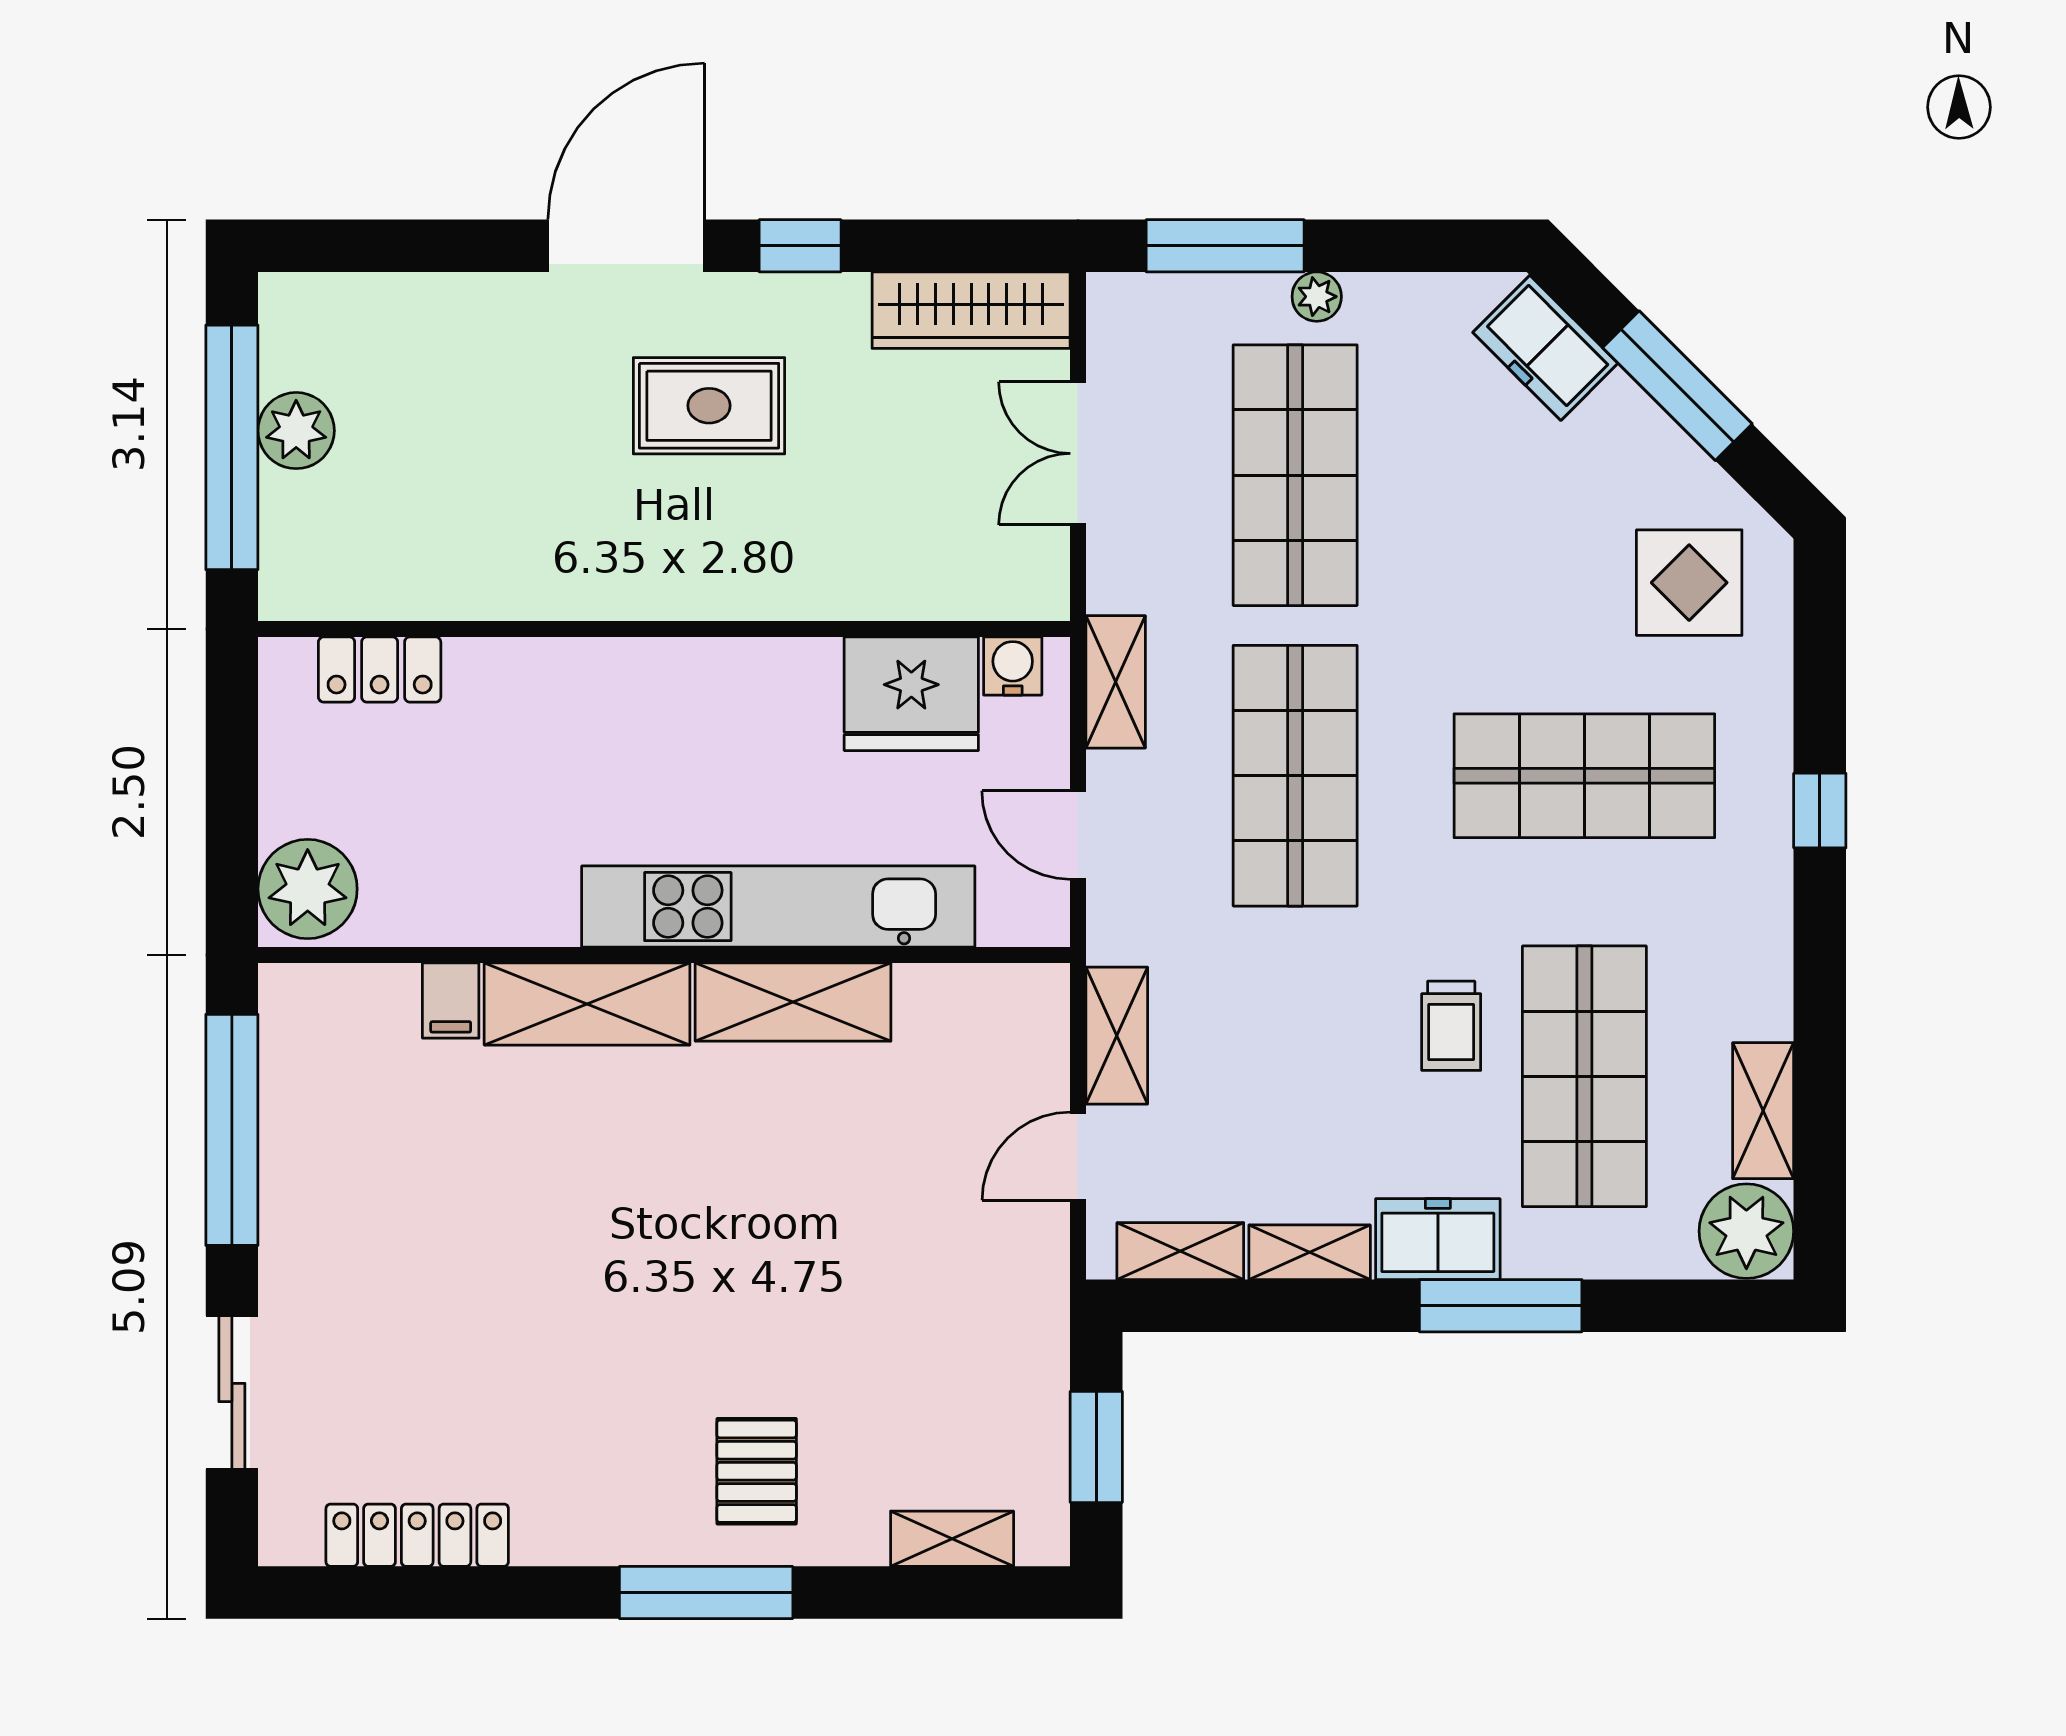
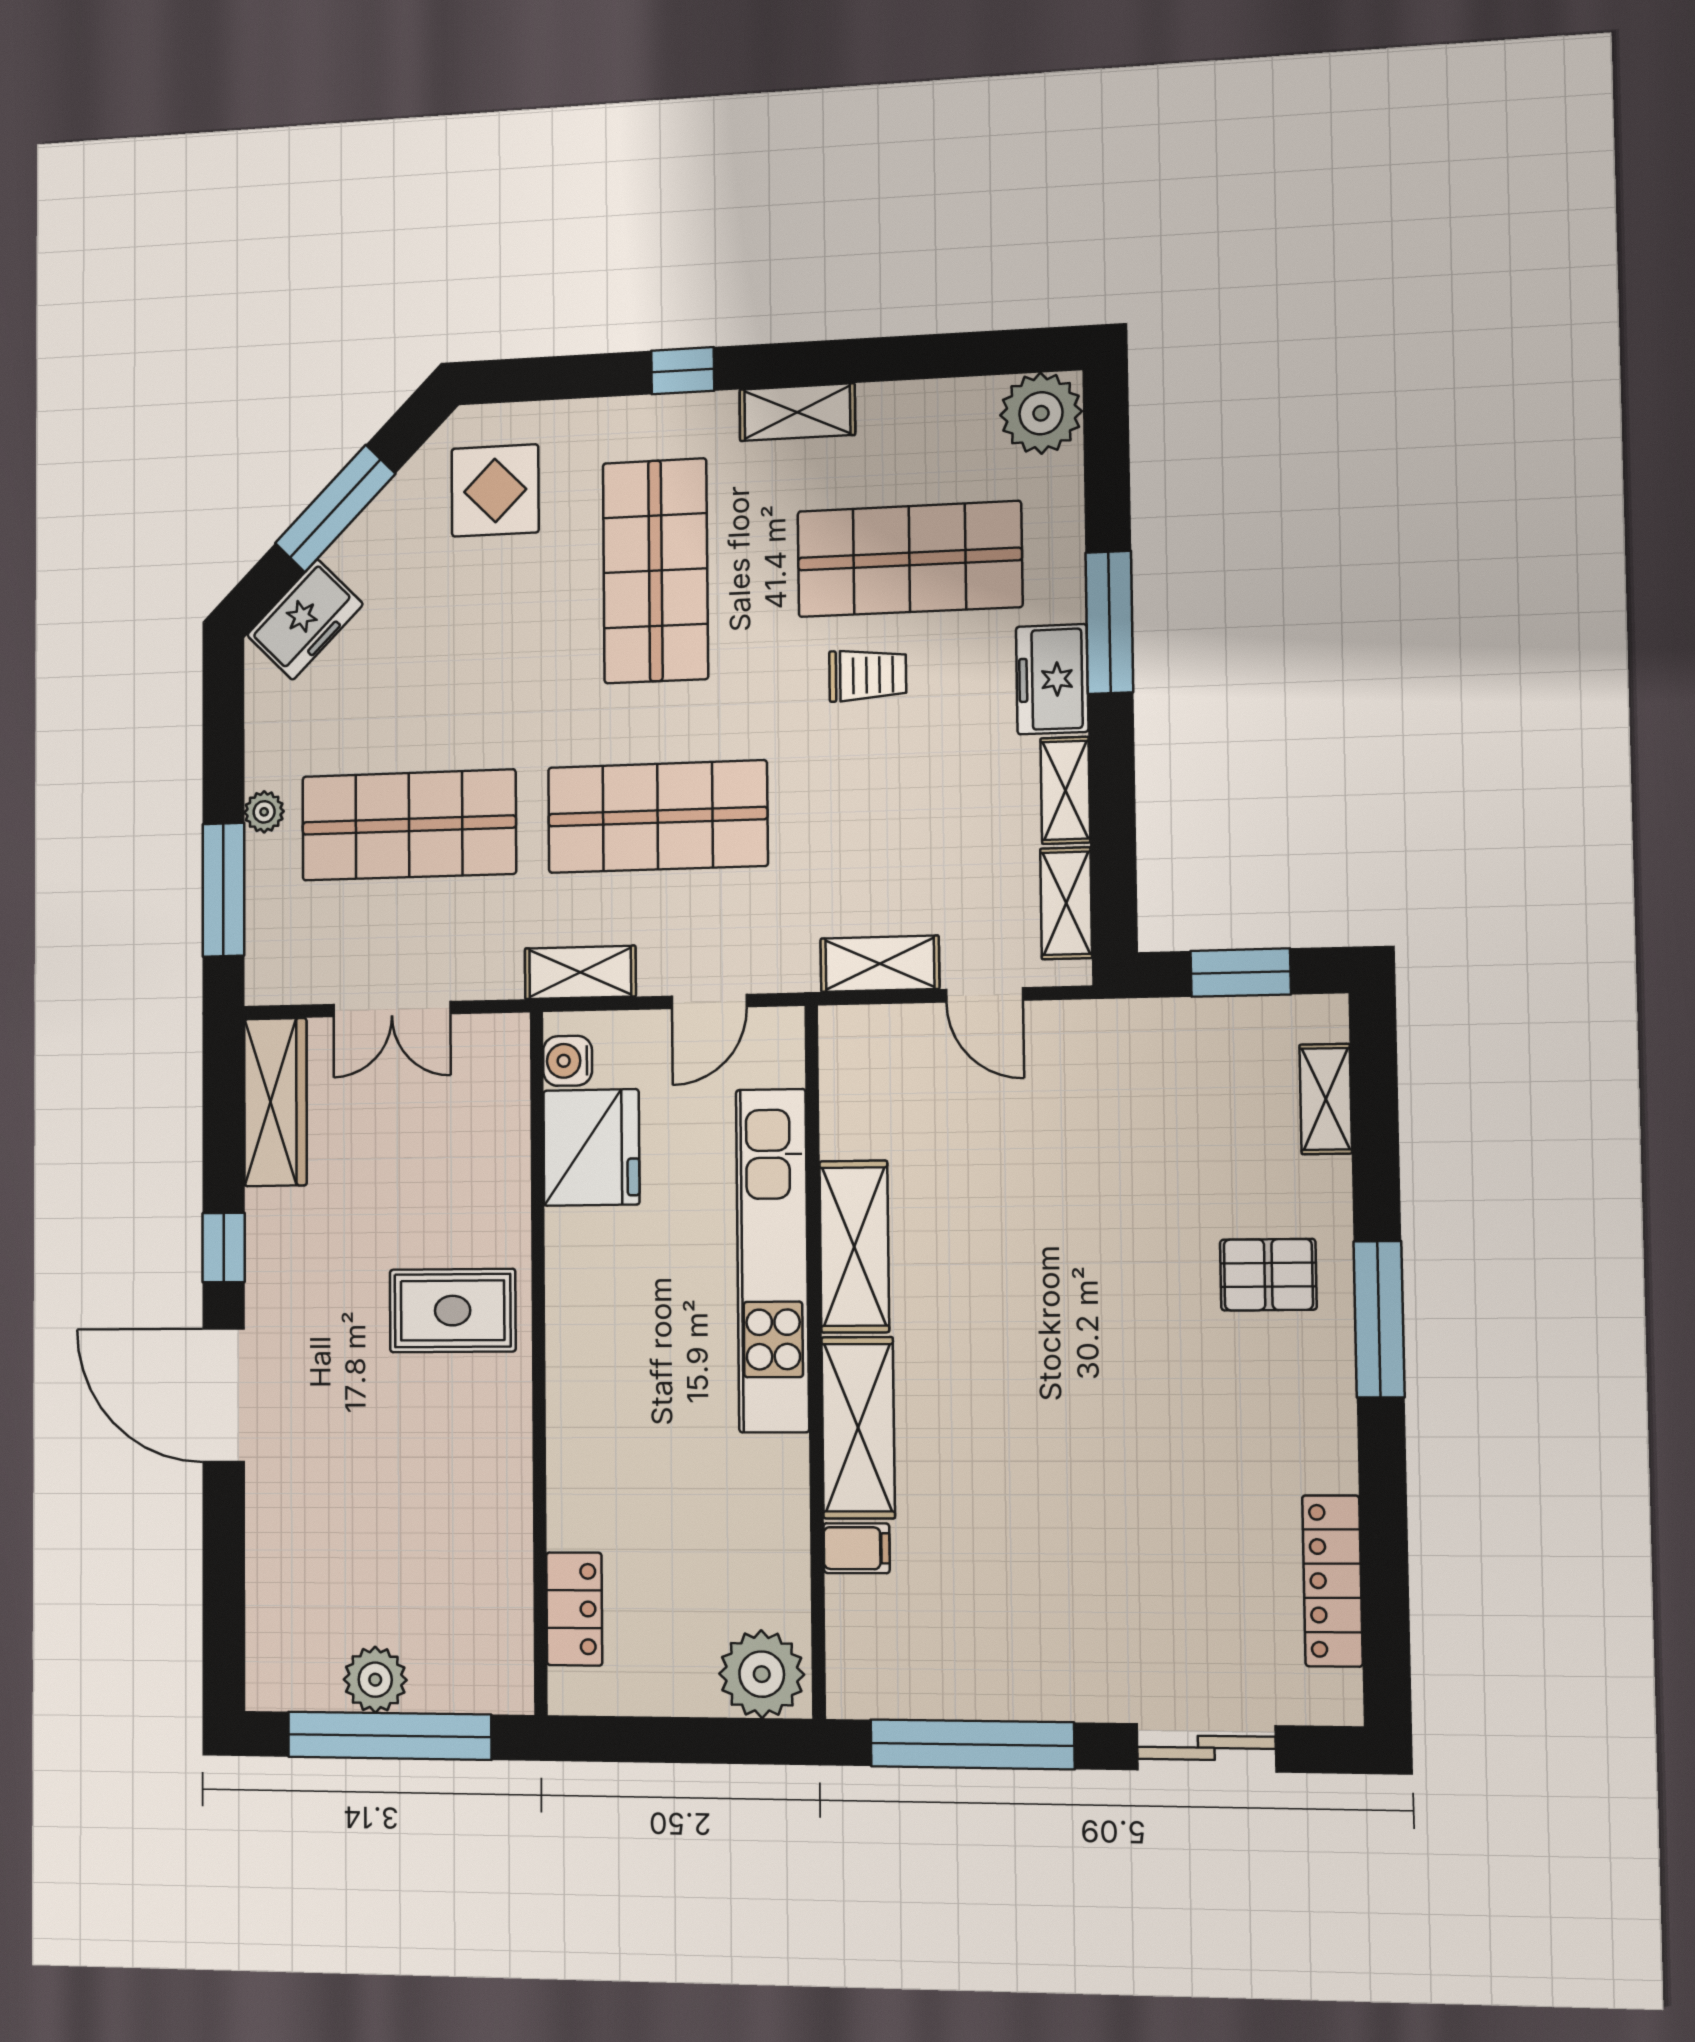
rug: (709, 406) -> (453, 1311), moved, turned 90
shelving: (1763, 1111) -> (797, 412), moved

